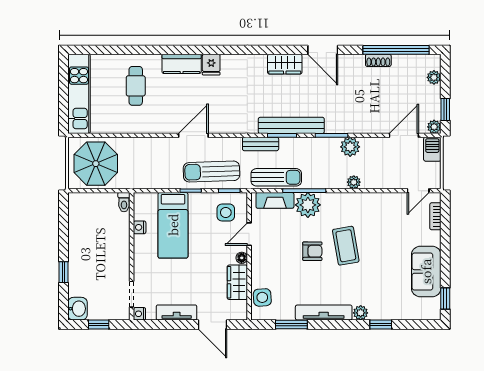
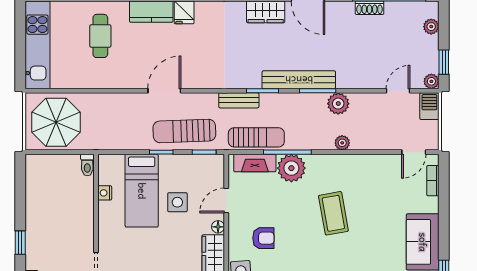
bench: (291, 125) -> (299, 80), moved
door: (404, 135) -> (398, 91), width x0.73
side table: (226, 212) -> (177, 202), moved
armchair: (312, 251) -> (263, 238), moved

